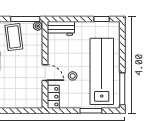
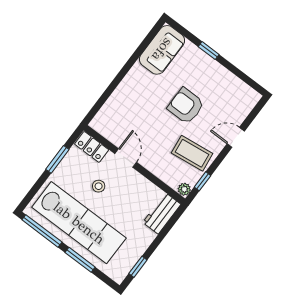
window: (25, 19) -> (203, 181), width x0.46
window: (122, 55) -> (80, 260), added
door: (45, 73) -> (126, 158), swing flipped
window: (91, 111) -> (57, 159), moved

